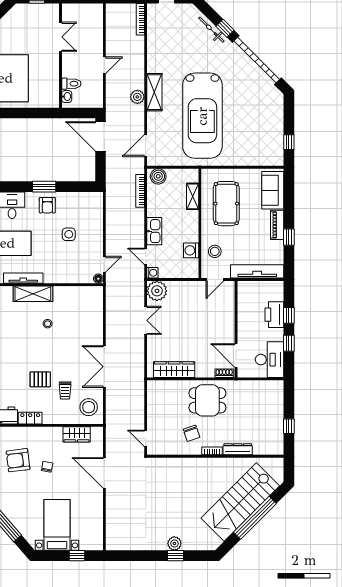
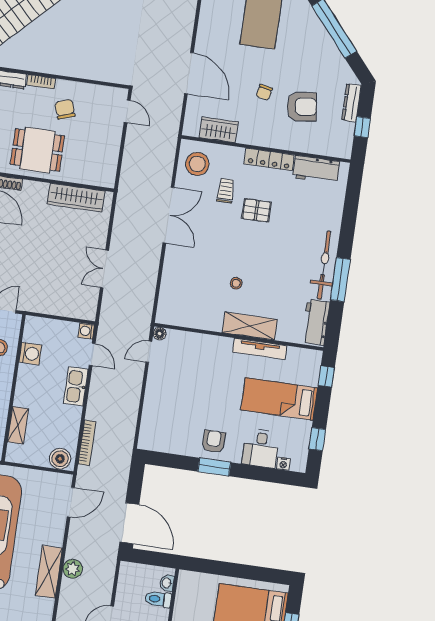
side table: (69, 234) -> (191, 399), removed
plant: (157, 291) -> (84, 306), removed
locker: (30, 418) -> (269, 159), width x1.53

